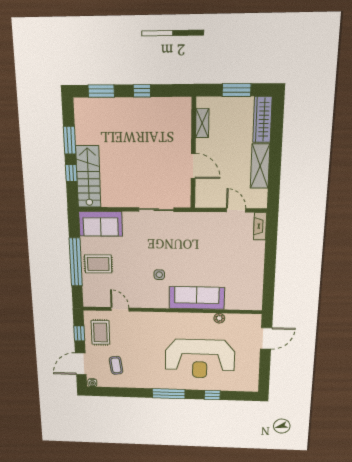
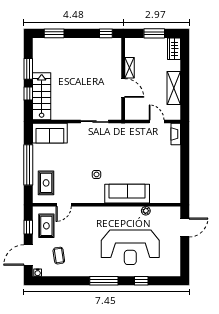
window: (142, 91) -> (106, 33), moved
wardrobe: (262, 120) -> (174, 49), width x0.67
shelving: (202, 123) -> (129, 68), moved
rug: (98, 264) -> (46, 183), moved, turned 90
door: (120, 309) -> (64, 205), swing flipped

